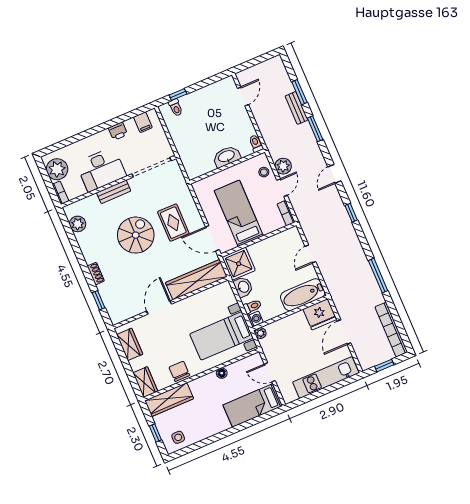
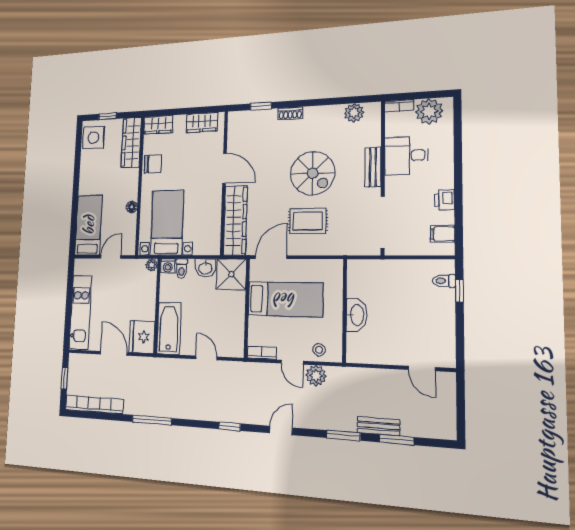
toilet: (256, 143) -> (357, 357), removed
desk: (101, 169) -> (406, 156), width x0.73
door: (334, 174) -> (281, 430), hinge flipped
side table: (178, 437) -> (94, 138), width x1.87, depth x1.87

